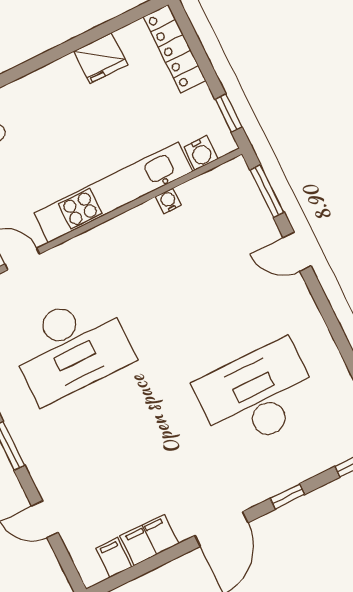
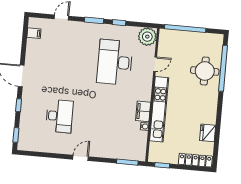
water cooler: (201, 153) -> (154, 147), removed
door: (297, 252) -> (80, 158), moved
desk: (257, 396) -> (59, 116), width x0.73, depth x0.77
filing cabinet: (149, 540) -> (143, 111), moved, turned 180

